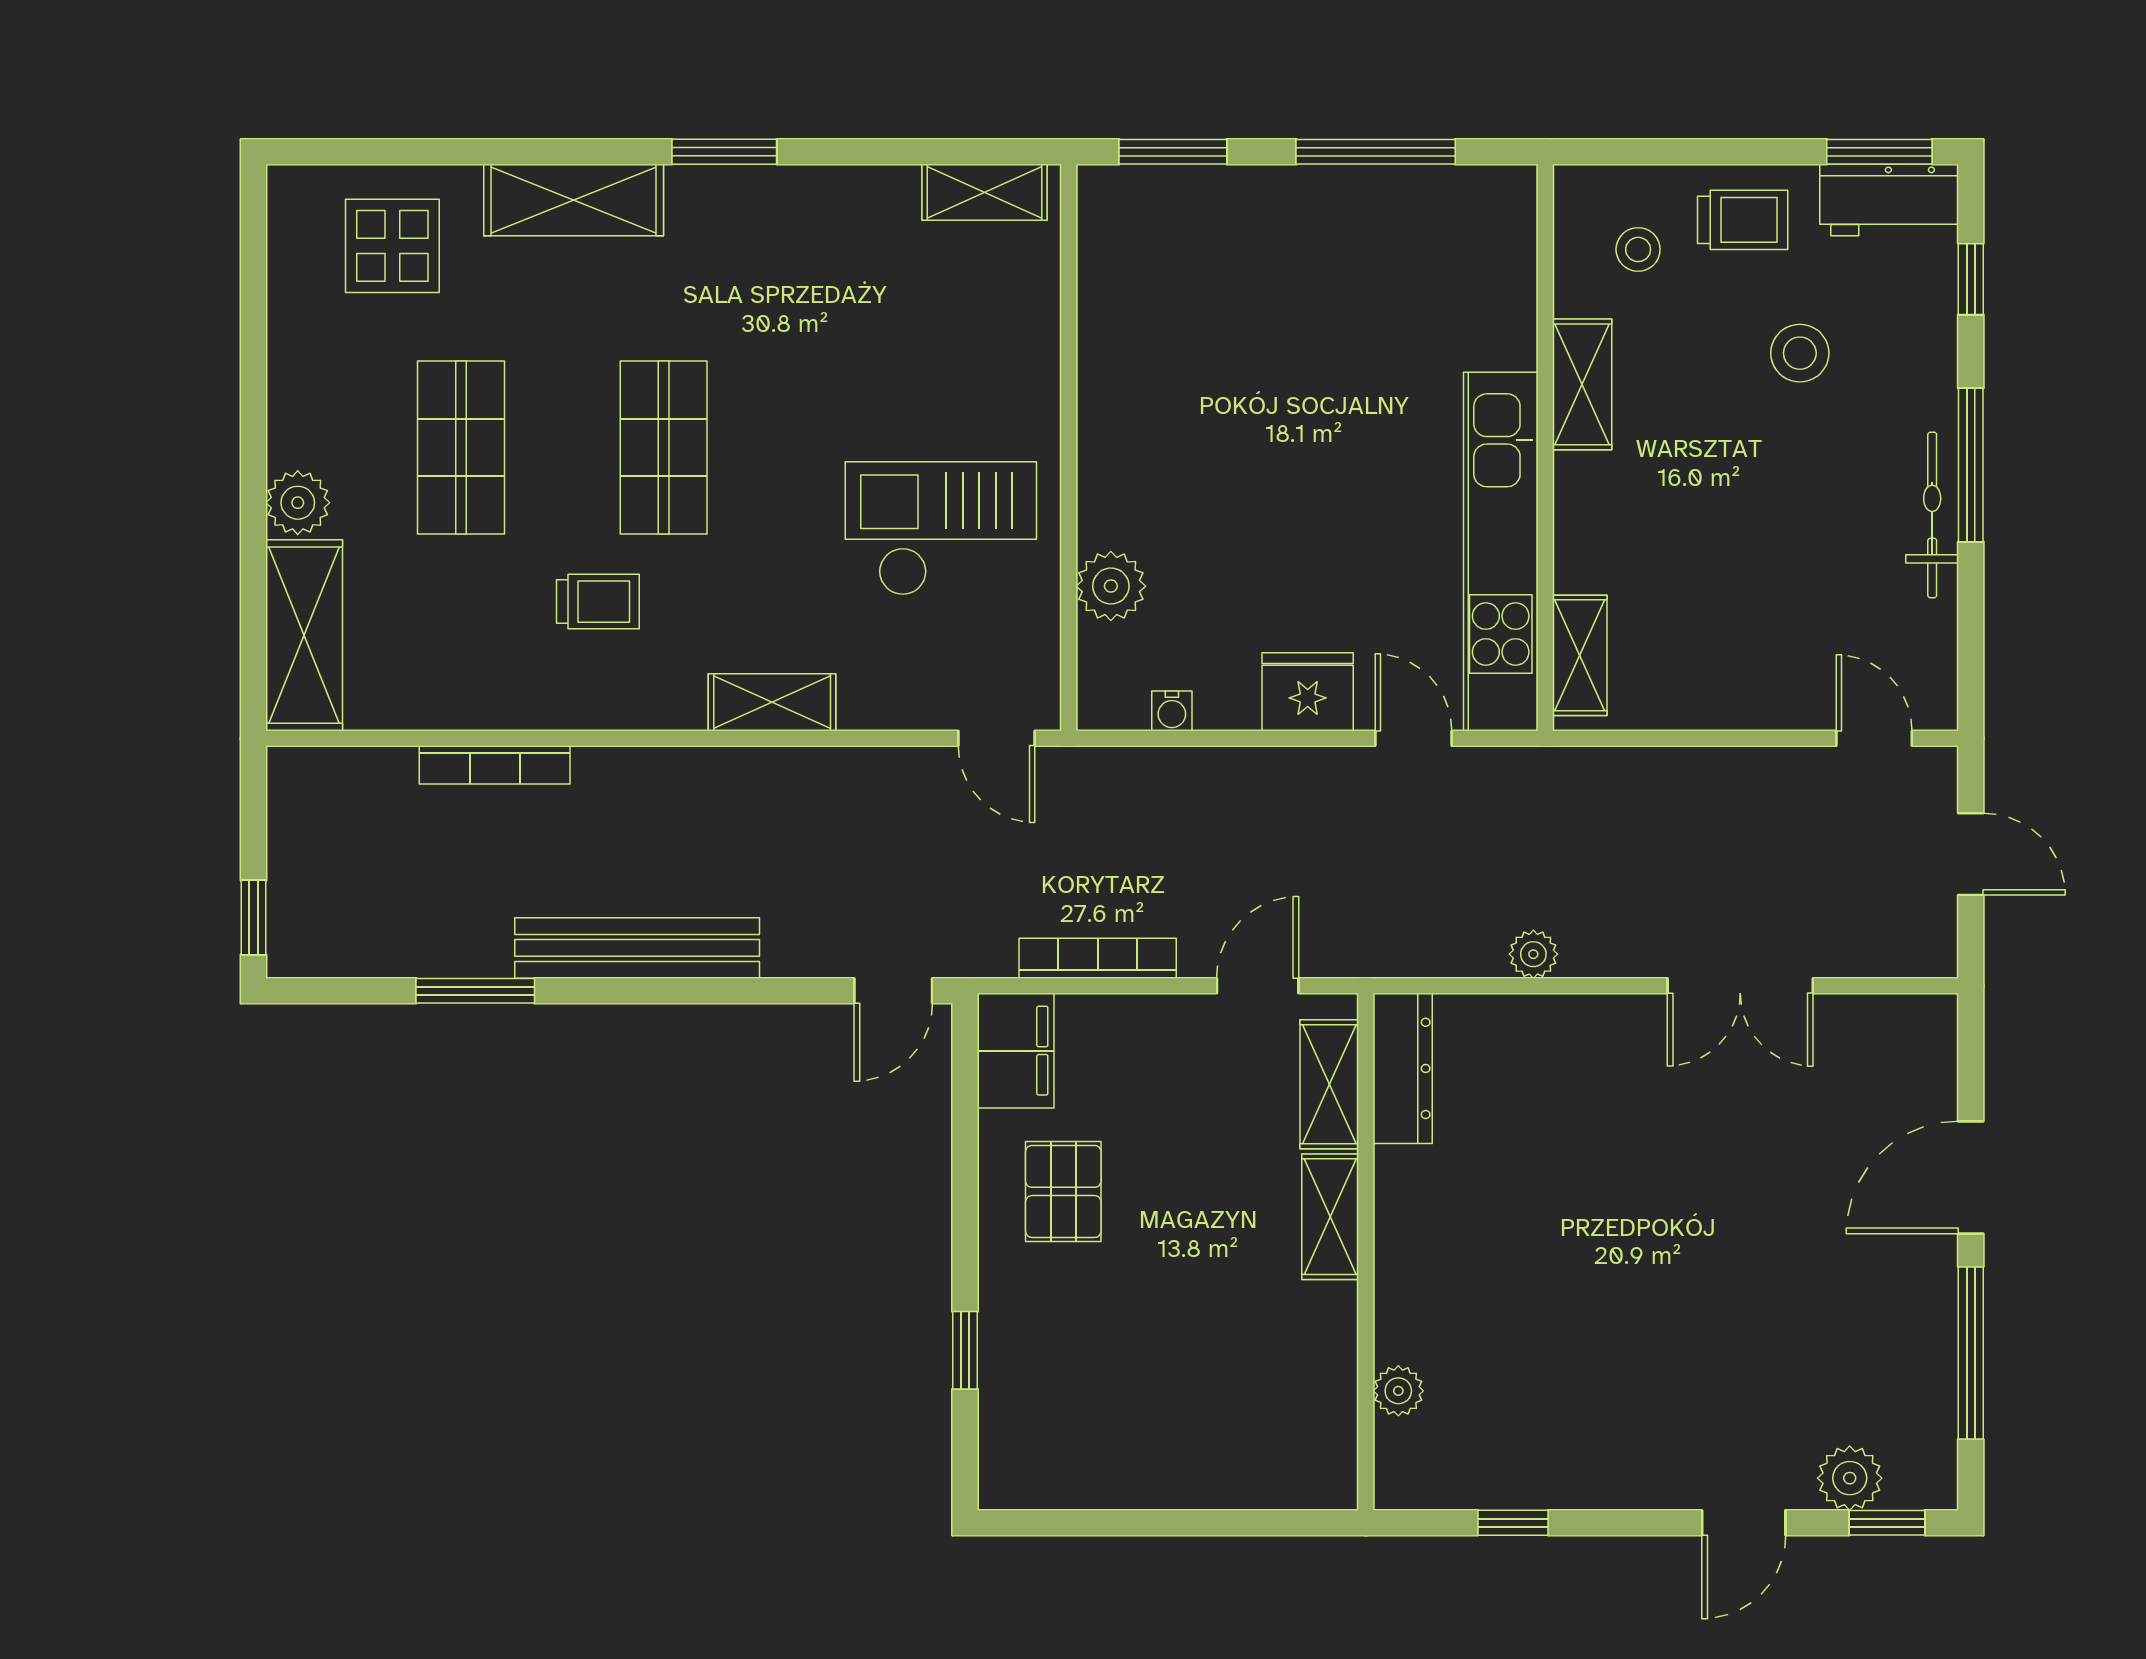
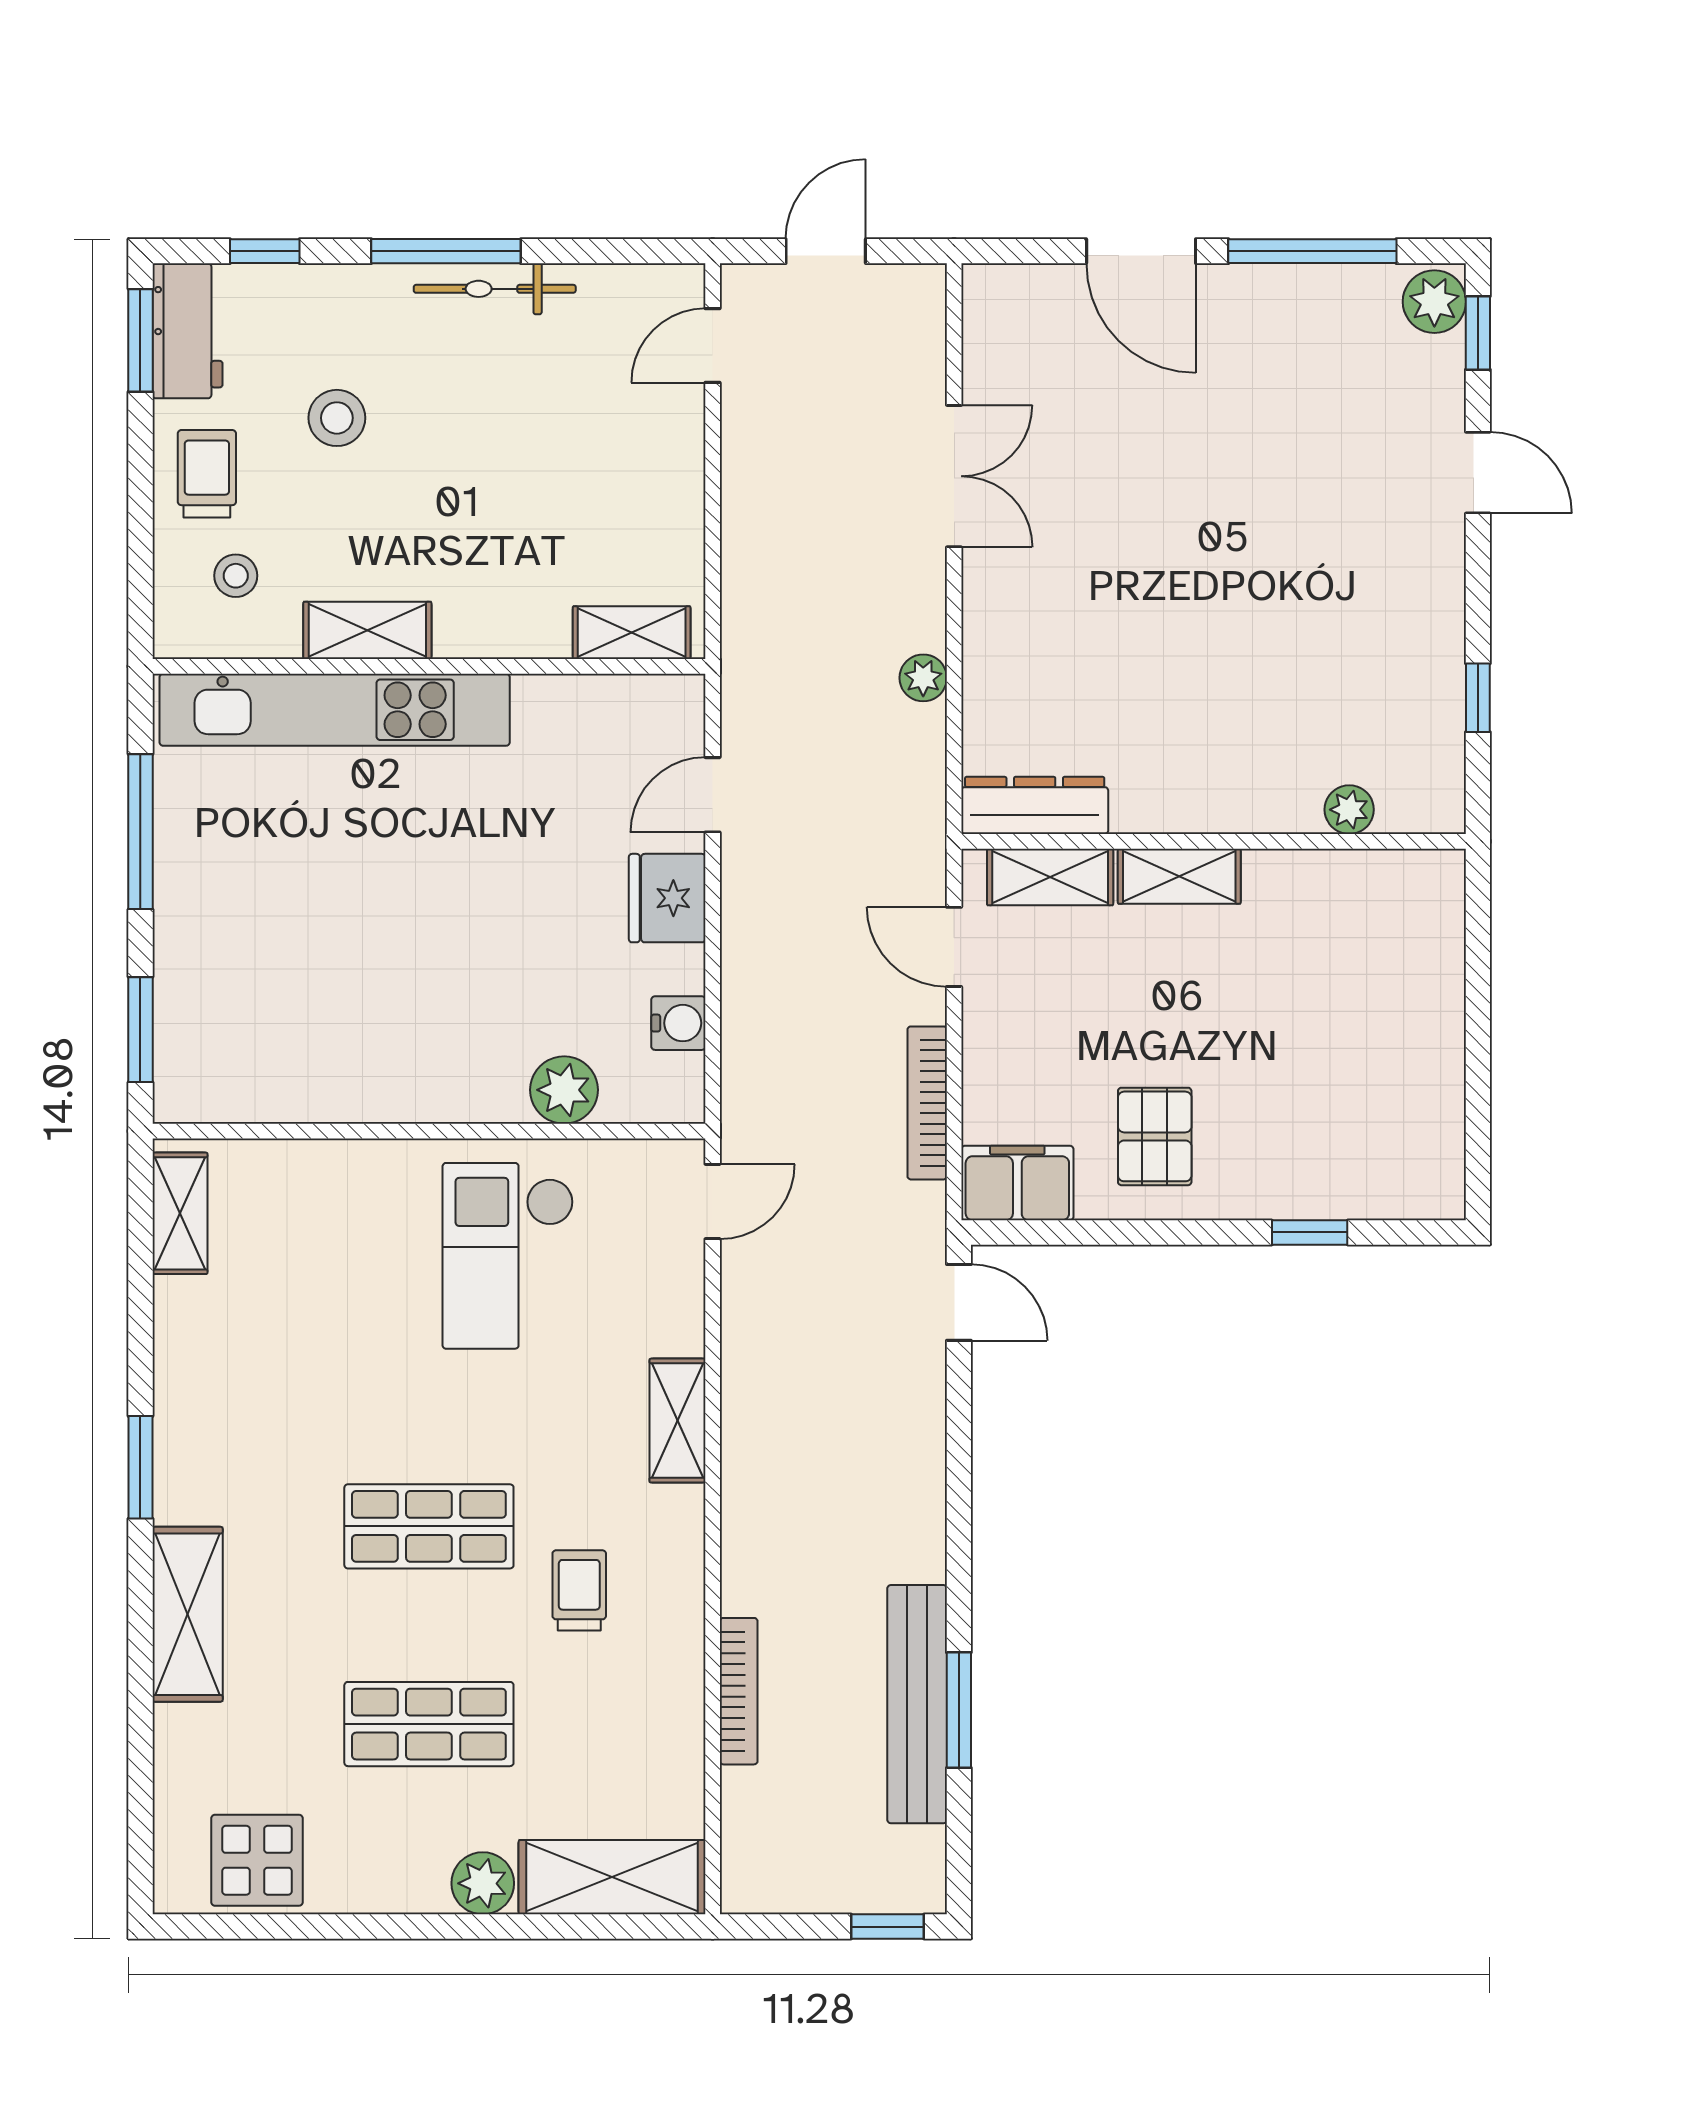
display table: (392, 246) -> (257, 1860), moved
kitchen unit: (1501, 551) -> (335, 710), moved
water cooler: (1172, 711) -> (678, 1023), width x1.38, depth x1.38
bench: (637, 948) -> (917, 1704), moved
pallet: (1063, 1191) -> (1155, 1136), turned 90
plant: (1850, 1478) -> (1434, 302), moved

